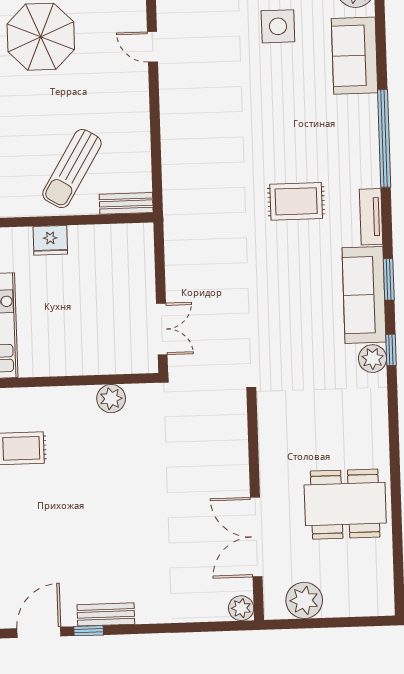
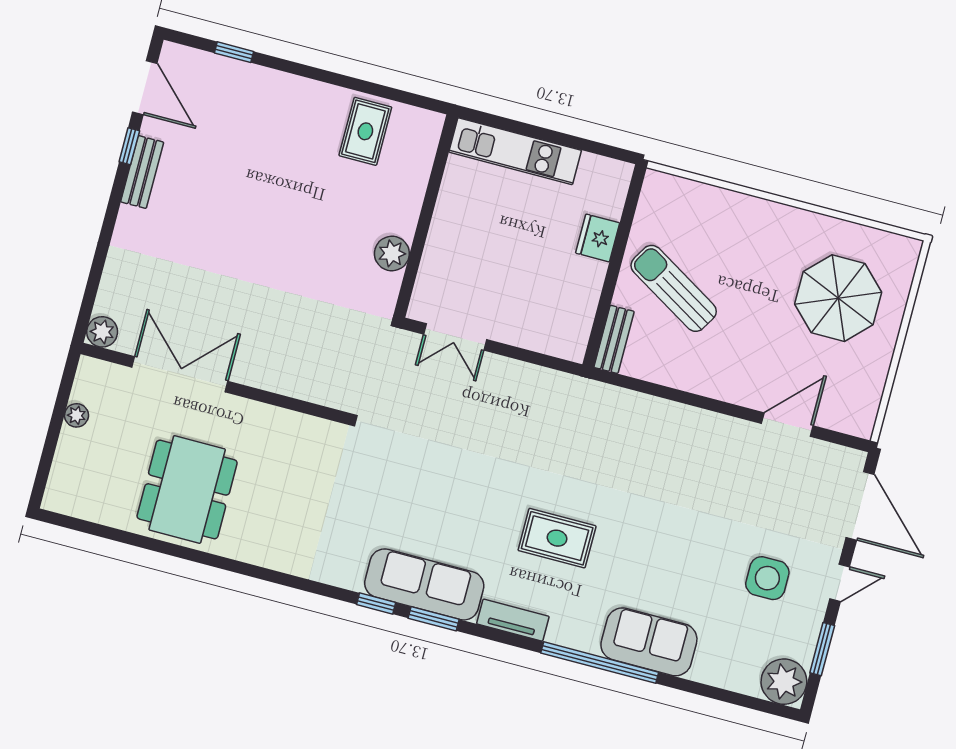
door: (152, 47) -> (787, 425), width x1.38
sofa: (354, 56) -> (649, 642), moved
rug: (296, 201) -> (557, 538), turned 90
window: (391, 350) -> (376, 604), moved
plant: (372, 359) -> (347, 572), removed
plant: (304, 600) -> (77, 415), width x0.53, depth x0.53

